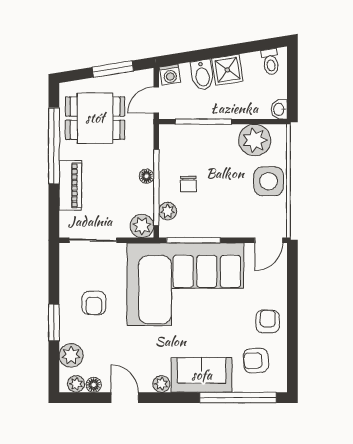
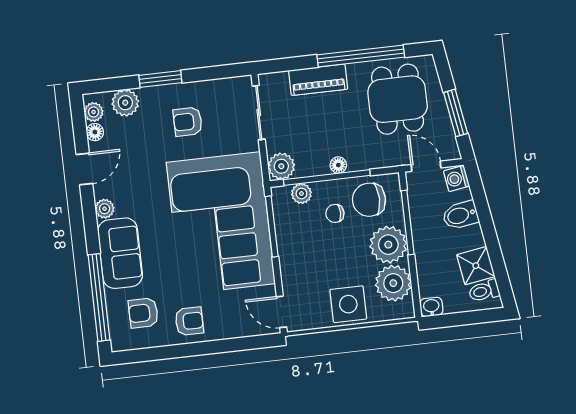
shower: (227, 70) -> (476, 266), moved
plant: (221, 141) -> (388, 245), added
chair: (180, 153) -> (369, 200), added
armchair: (256, 361) -> (143, 313), turned -87

